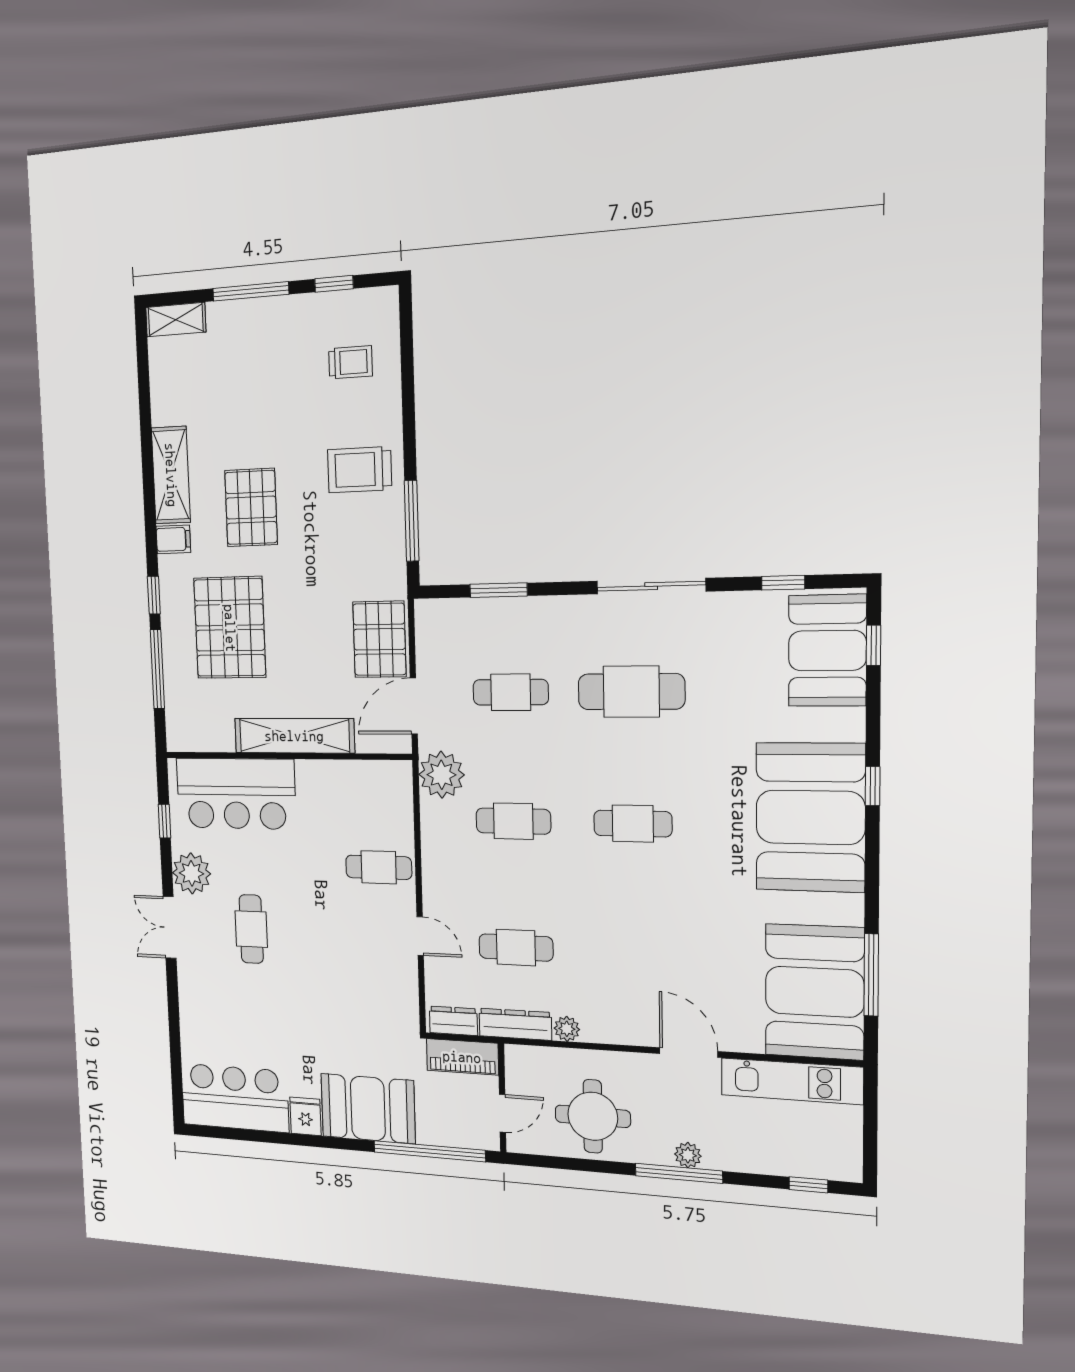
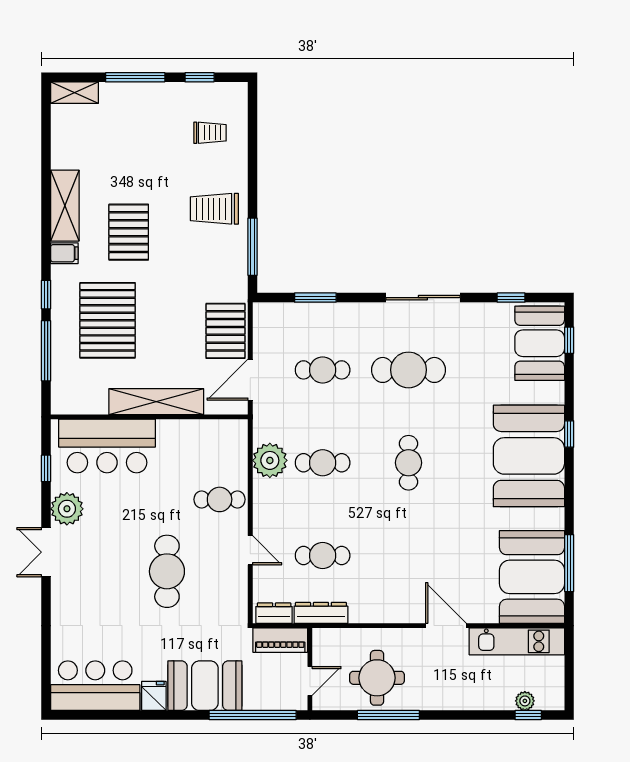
plant: (442, 775) -> (270, 460), moved
cafe table: (633, 824) -> (409, 463), turned 90
cafe table: (251, 929) -> (167, 571), moved, width x1.37, depth x1.35
plant: (567, 1029) -> (359, 614), removed
plant: (688, 1155) -> (525, 701), moved
window: (679, 1173) -> (388, 715), moved

